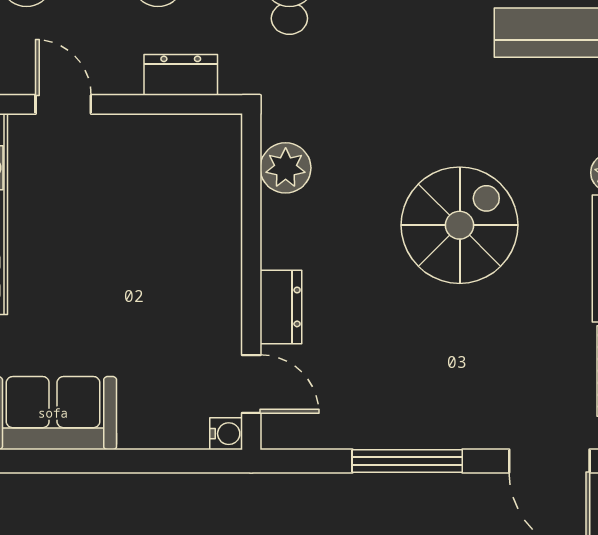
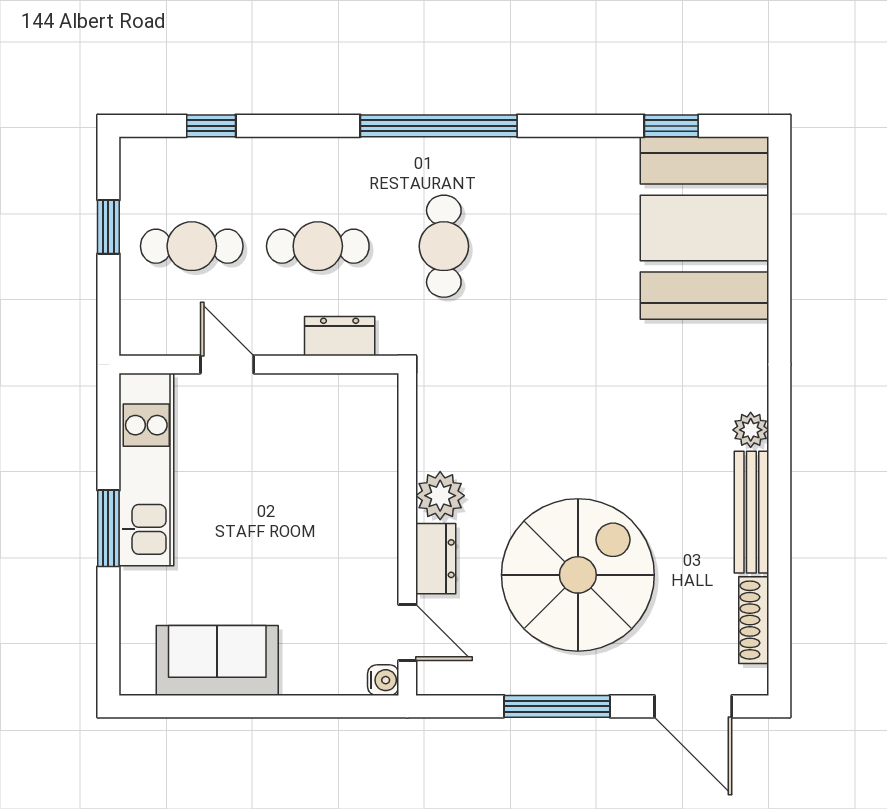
plant: (286, 168) -> (440, 496), moved
spiral stairs: (460, 225) -> (578, 575), moved, width x1.37, depth x1.37

